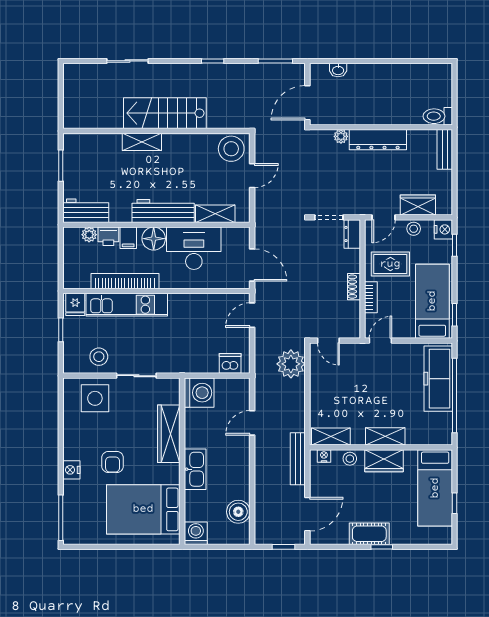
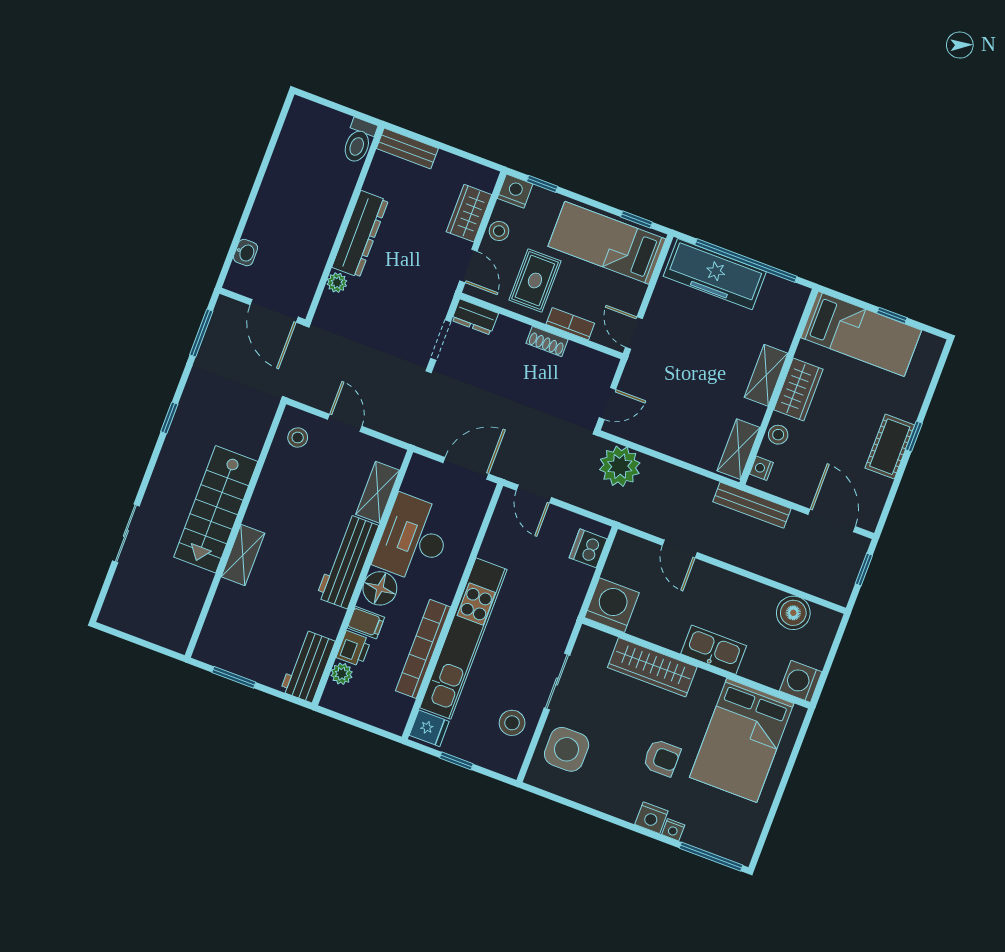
stool: (231, 149) -> (298, 438), width x0.53, depth x0.53
kitchen unit: (127, 305) -> (463, 639), width x1.36
nightstand: (69, 487) -> (673, 830), added

